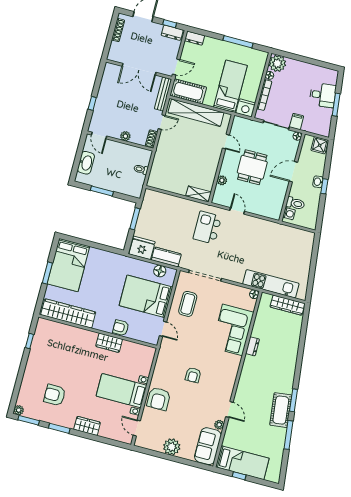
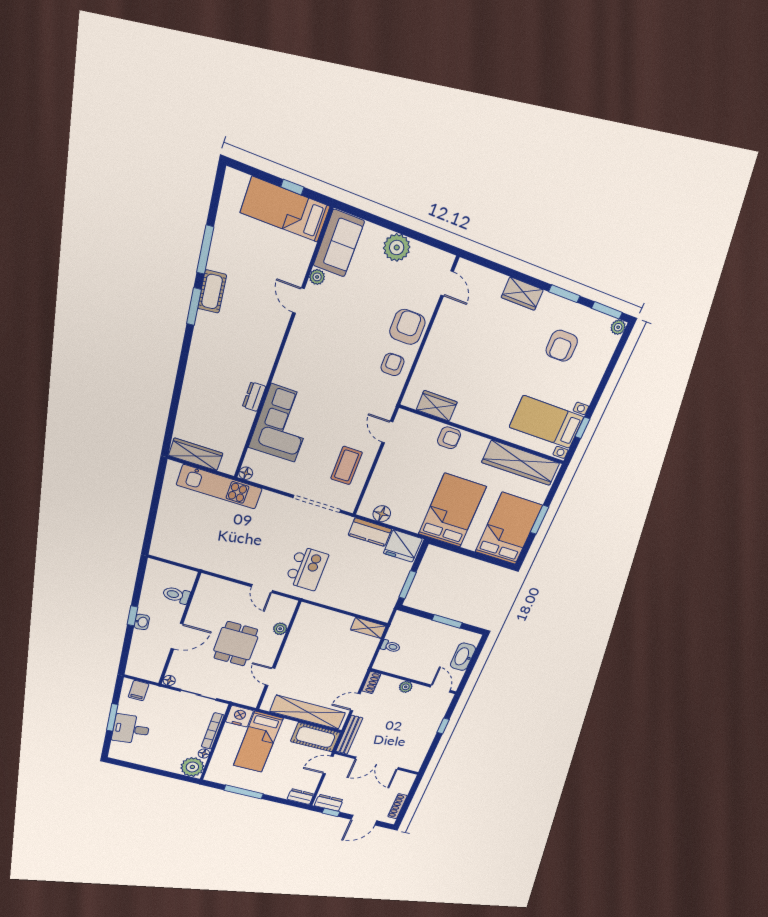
double door: (139, 69) -> (377, 763), swing flipped
filing cabinet: (297, 122) -> (139, 690), moved
shower: (320, 145) -> (138, 668), removed
shelving: (199, 194) -> (368, 628), moved
washing machine: (289, 214) -> (186, 582), removed
bed: (146, 296) -> (452, 510), moved, turned -90
wardrobe: (109, 343) -> (437, 406), moved
armchair: (193, 375) -> (392, 364), moved
bed with nightstands: (121, 391) -> (547, 422), moved, turned 180
armchair: (55, 395) -> (562, 346), turned 90
cot: (281, 410) -> (212, 291), width x0.73, depth x0.75

